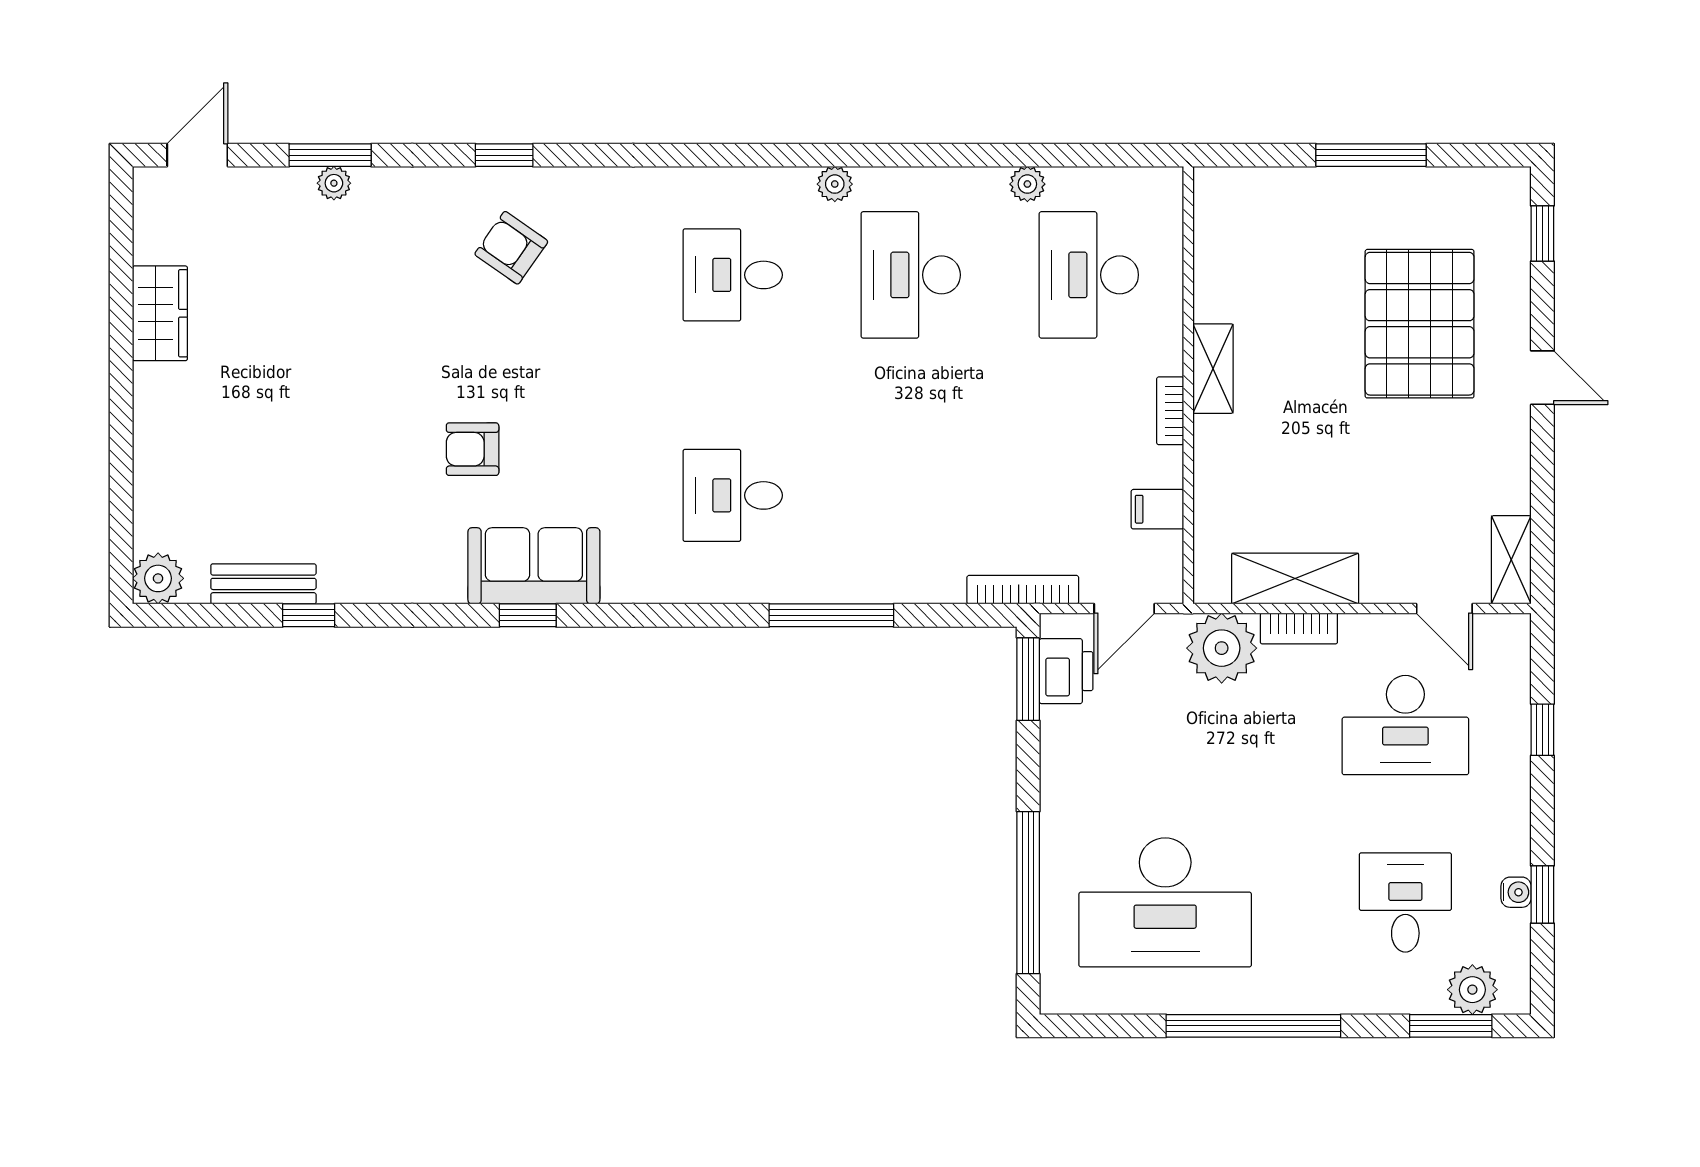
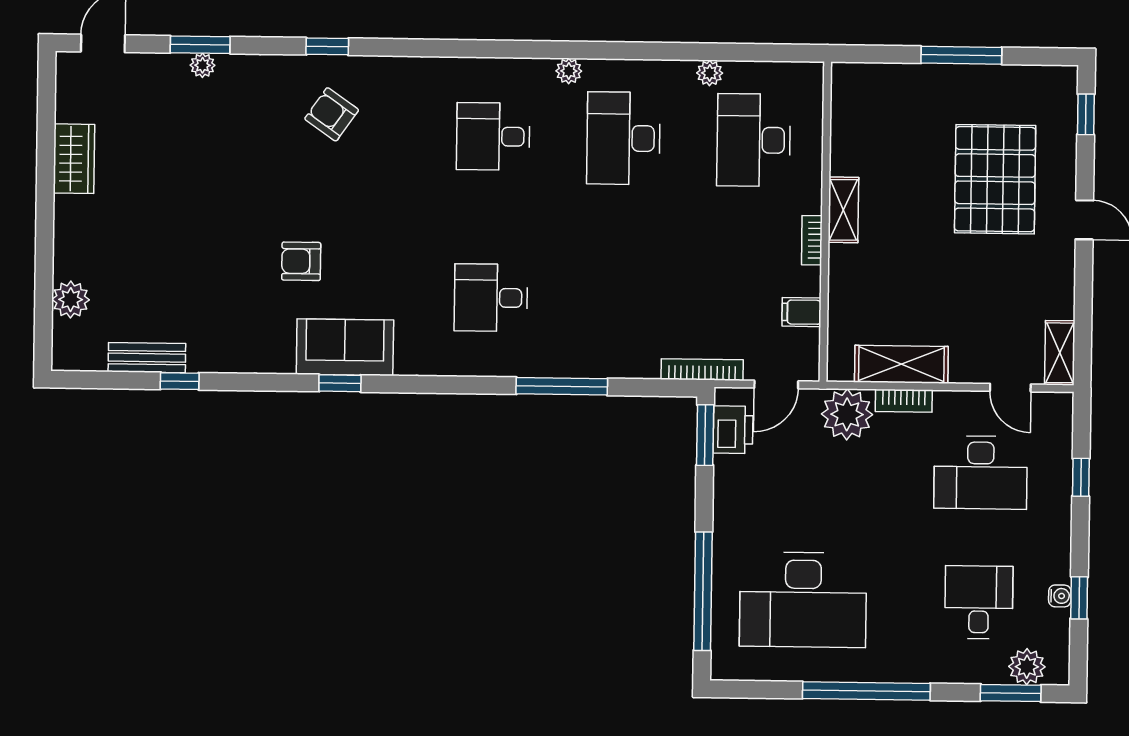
plant: (158, 578) -> (71, 300), moved

